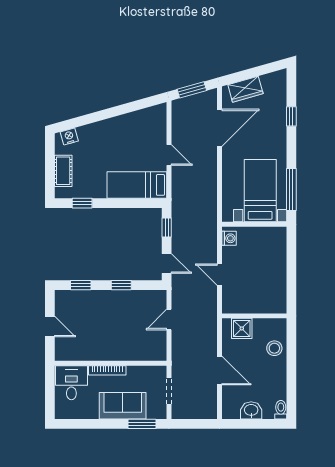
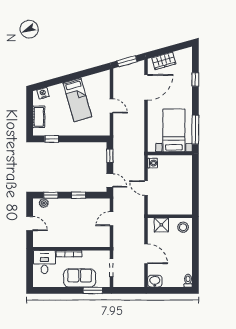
bed: (137, 185) -> (77, 100), moved, turned -106
plant: (70, 297) -> (44, 203), added
stool: (274, 348) -> (183, 227), moved
washbasin: (251, 410) -> (155, 281), moved

